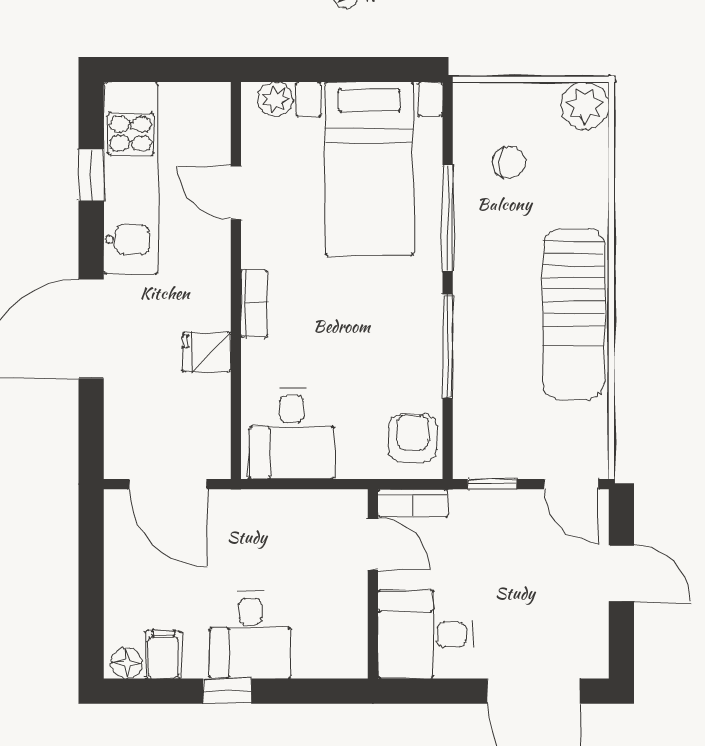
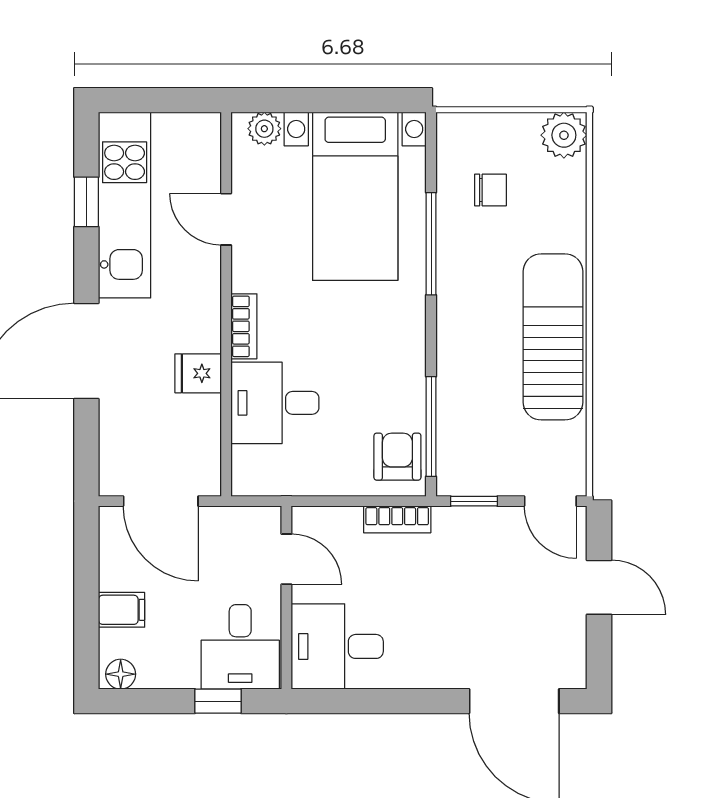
sun lounger: (574, 314) -> (553, 337), turned 180
window: (448, 346) -> (431, 427), moved
desk: (292, 434) -> (275, 403), moved, turned 90
door: (373, 544) -> (286, 559), moved
wall: (373, 584) -> (286, 598), moved
desk: (425, 634) -> (337, 646), moved
filing cabinet: (163, 655) -> (122, 610), moved, turned 90

